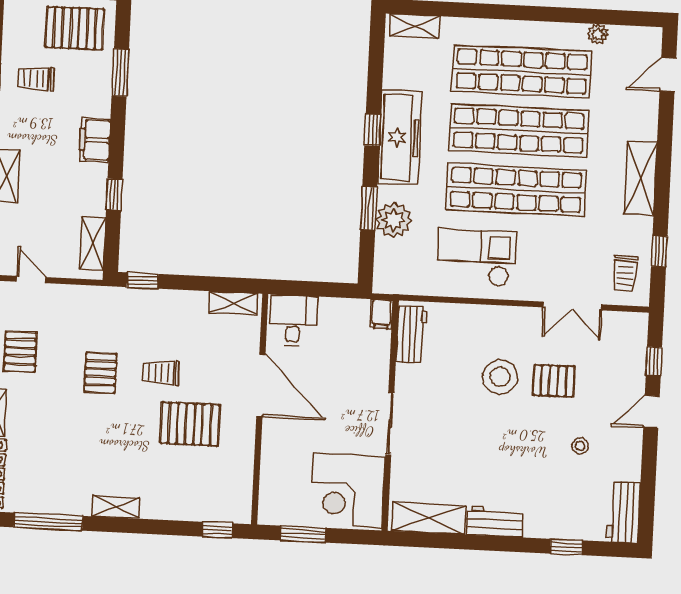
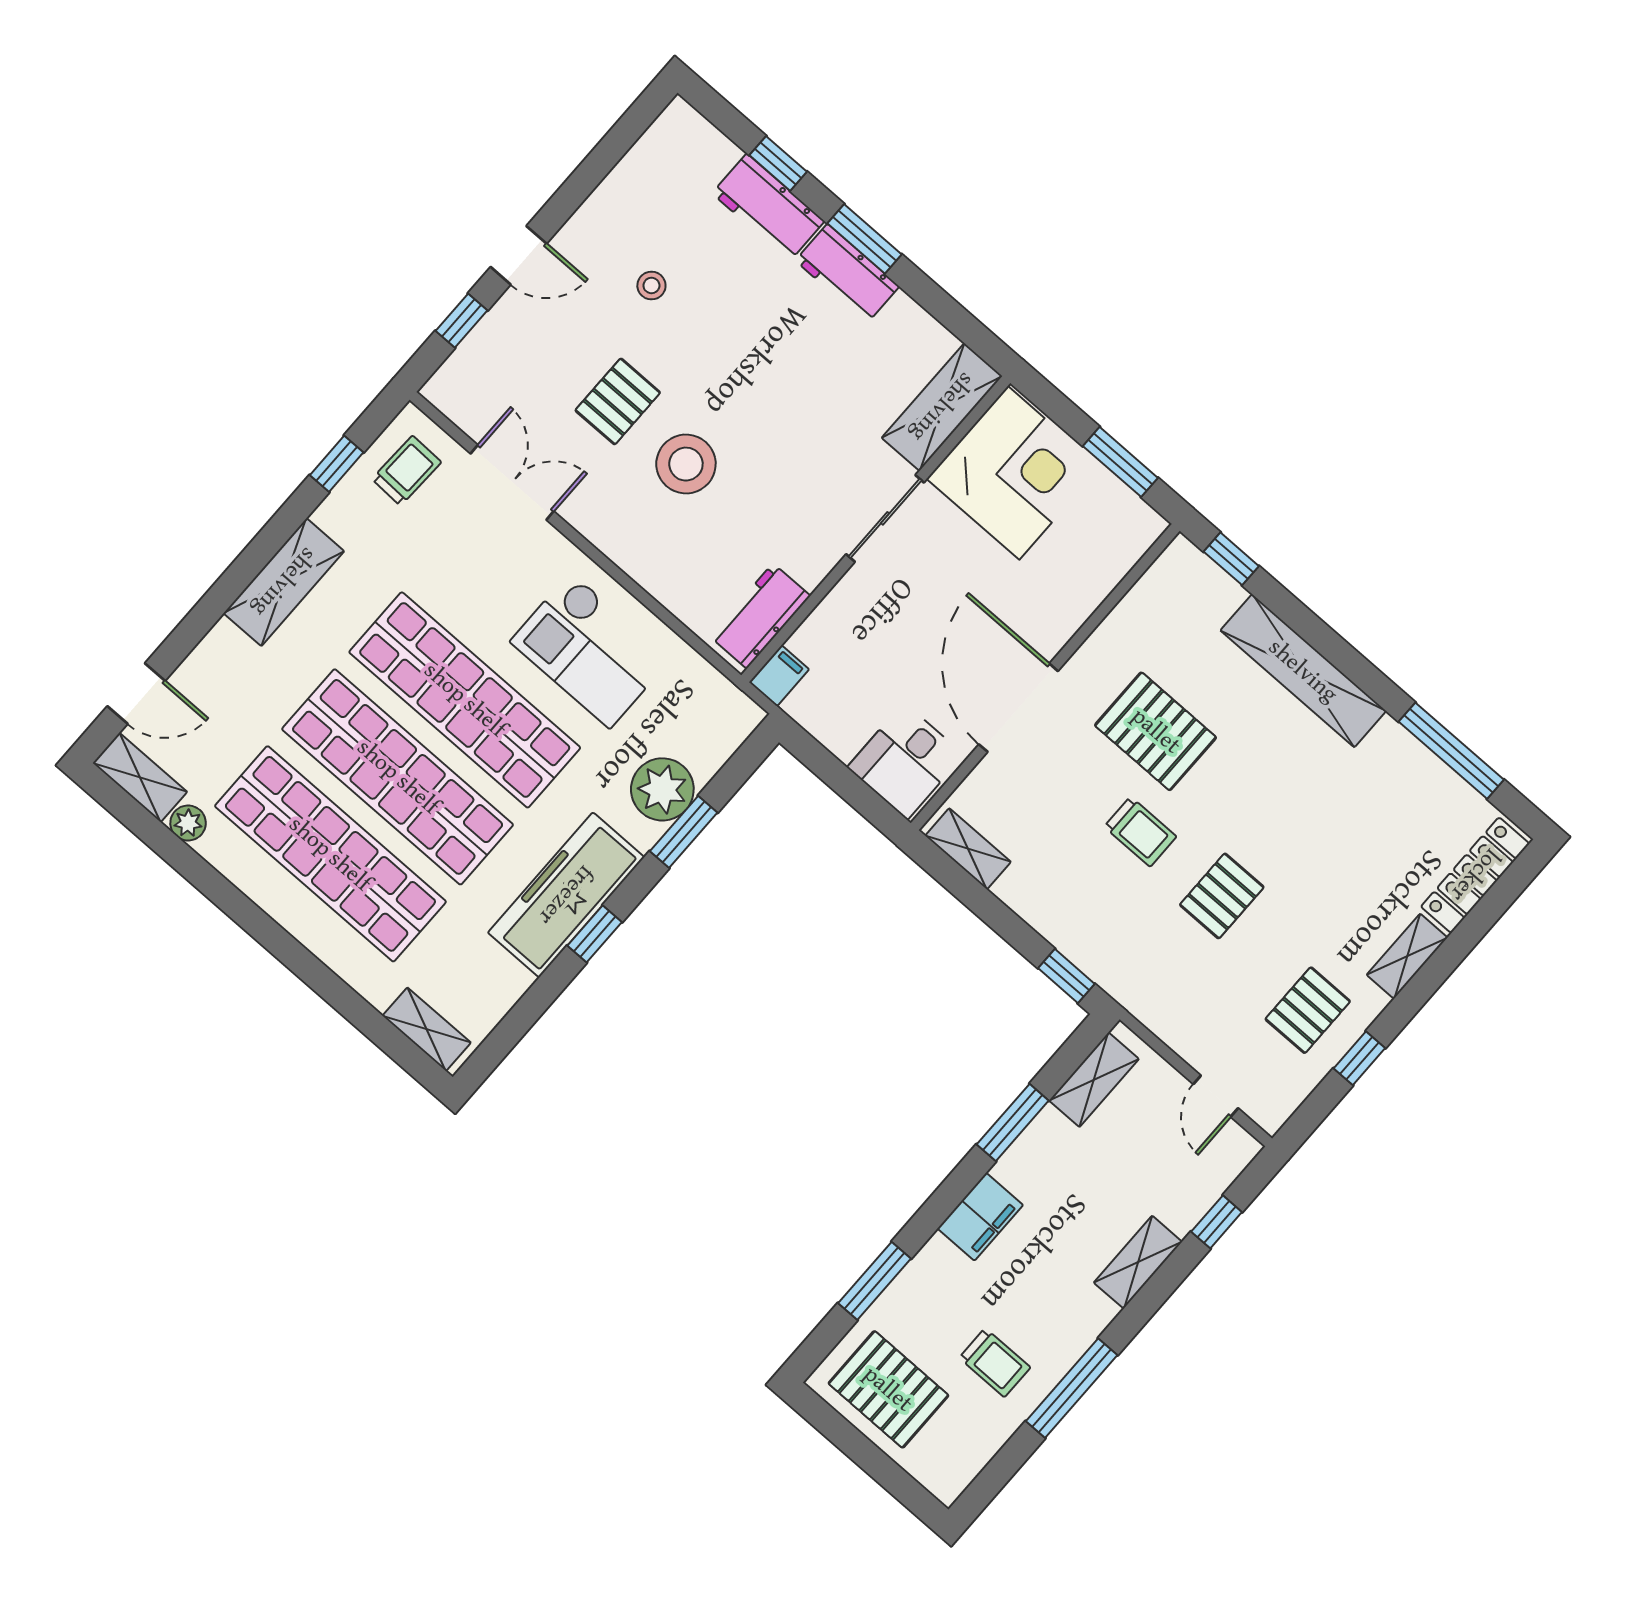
shelving: (636, 38) -> (140, 777), added
window: (114, 194) -> (1013, 1122), width x1.50
pallet: (554, 381) -> (618, 401), turned 90
shelving: (116, 507) -> (1303, 671), width x2.20, depth x1.33
workbench: (624, 512) -> (768, 207), moved, turned 90
shelving: (429, 518) -> (942, 407), moved, turned 90
window: (500, 544) -> (864, 239), added

